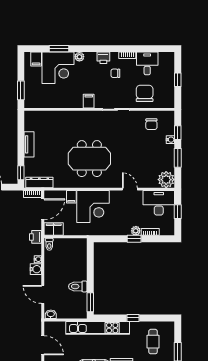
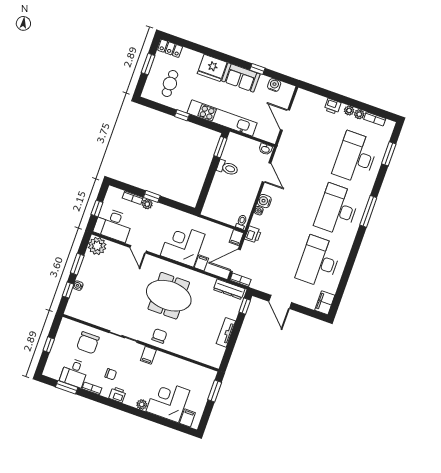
window: (59, 49) -> (67, 387), moved
chair: (151, 124) -> (159, 336), moved
filing cabinet: (54, 229) -> (236, 238), width x0.50

